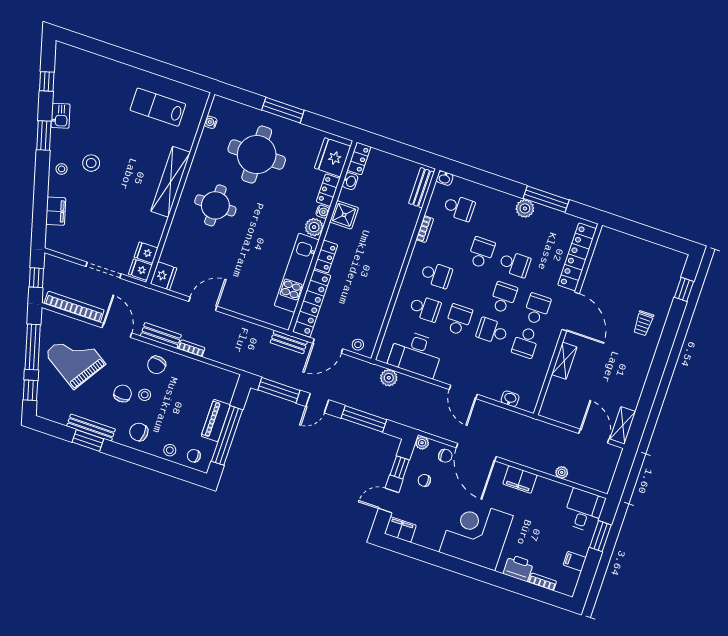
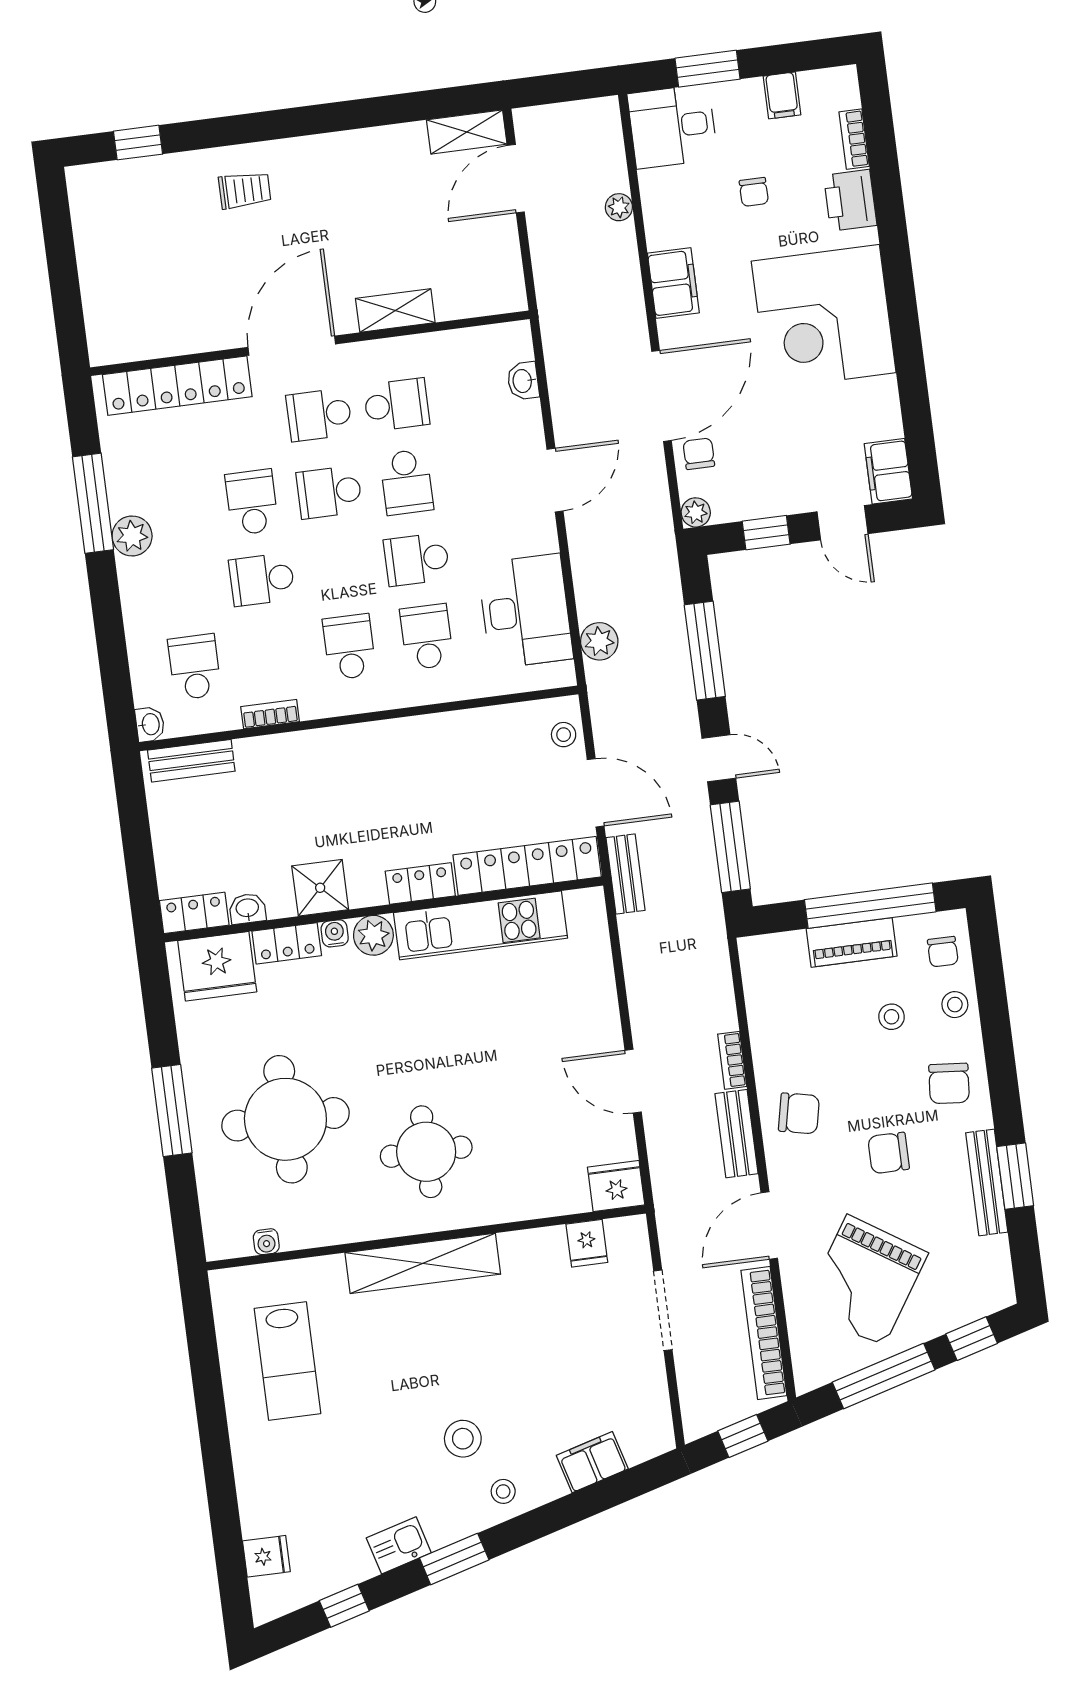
fridge: (140, 270) -> (266, 1556), moved, turned -90
stool: (145, 395) -> (891, 1017), moved
chair: (424, 480) -> (754, 192), moved

